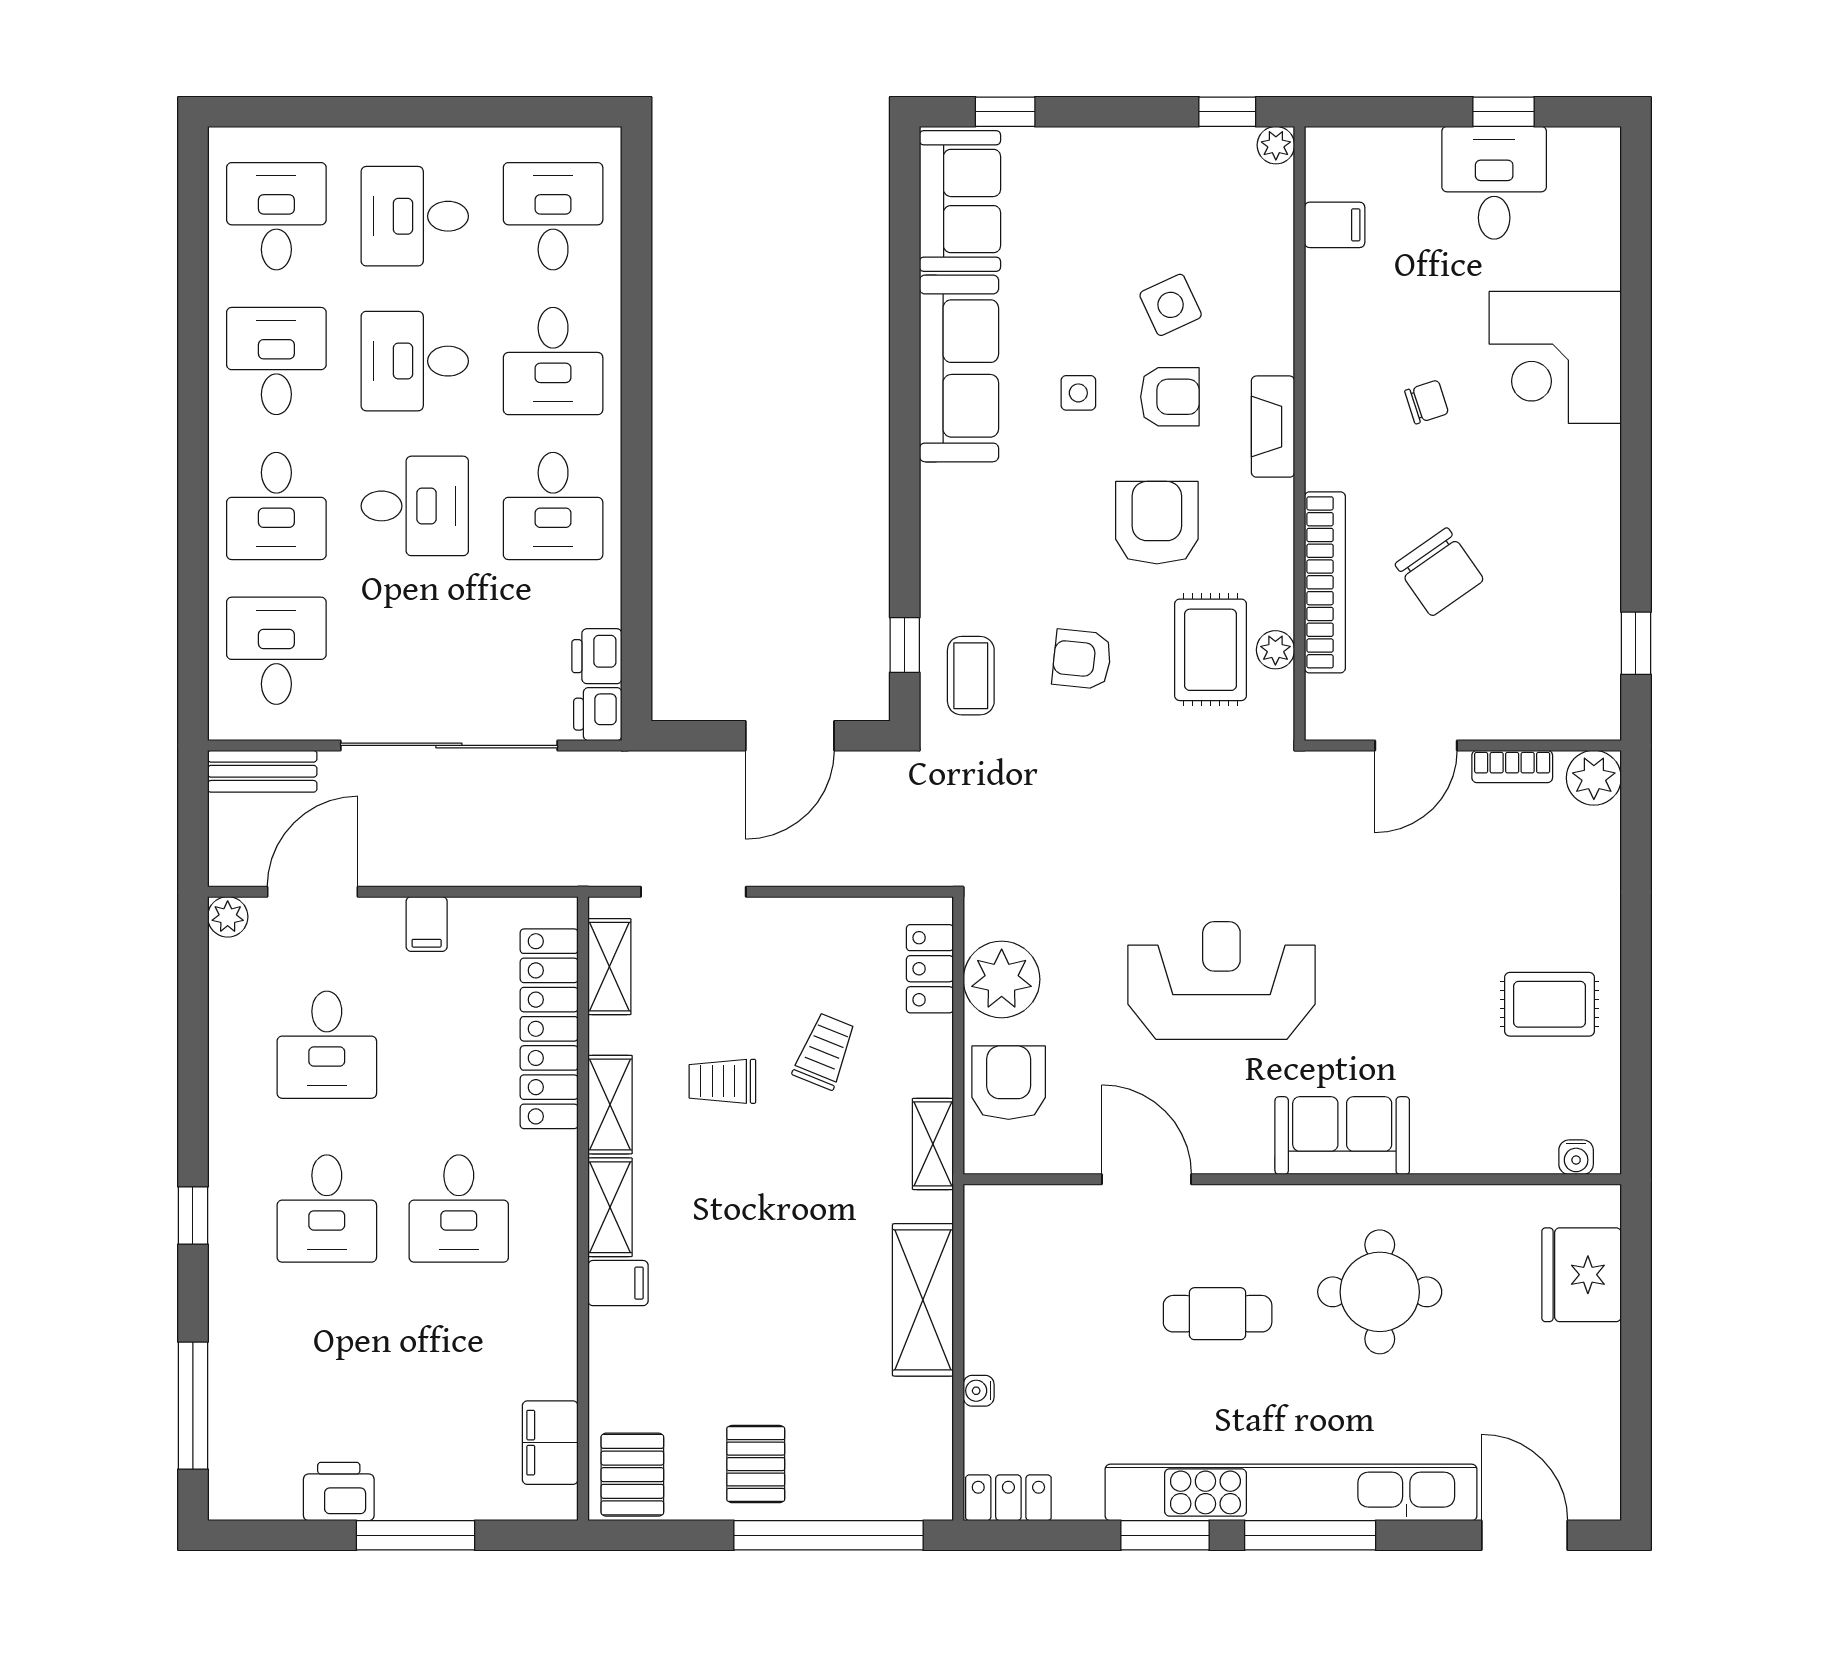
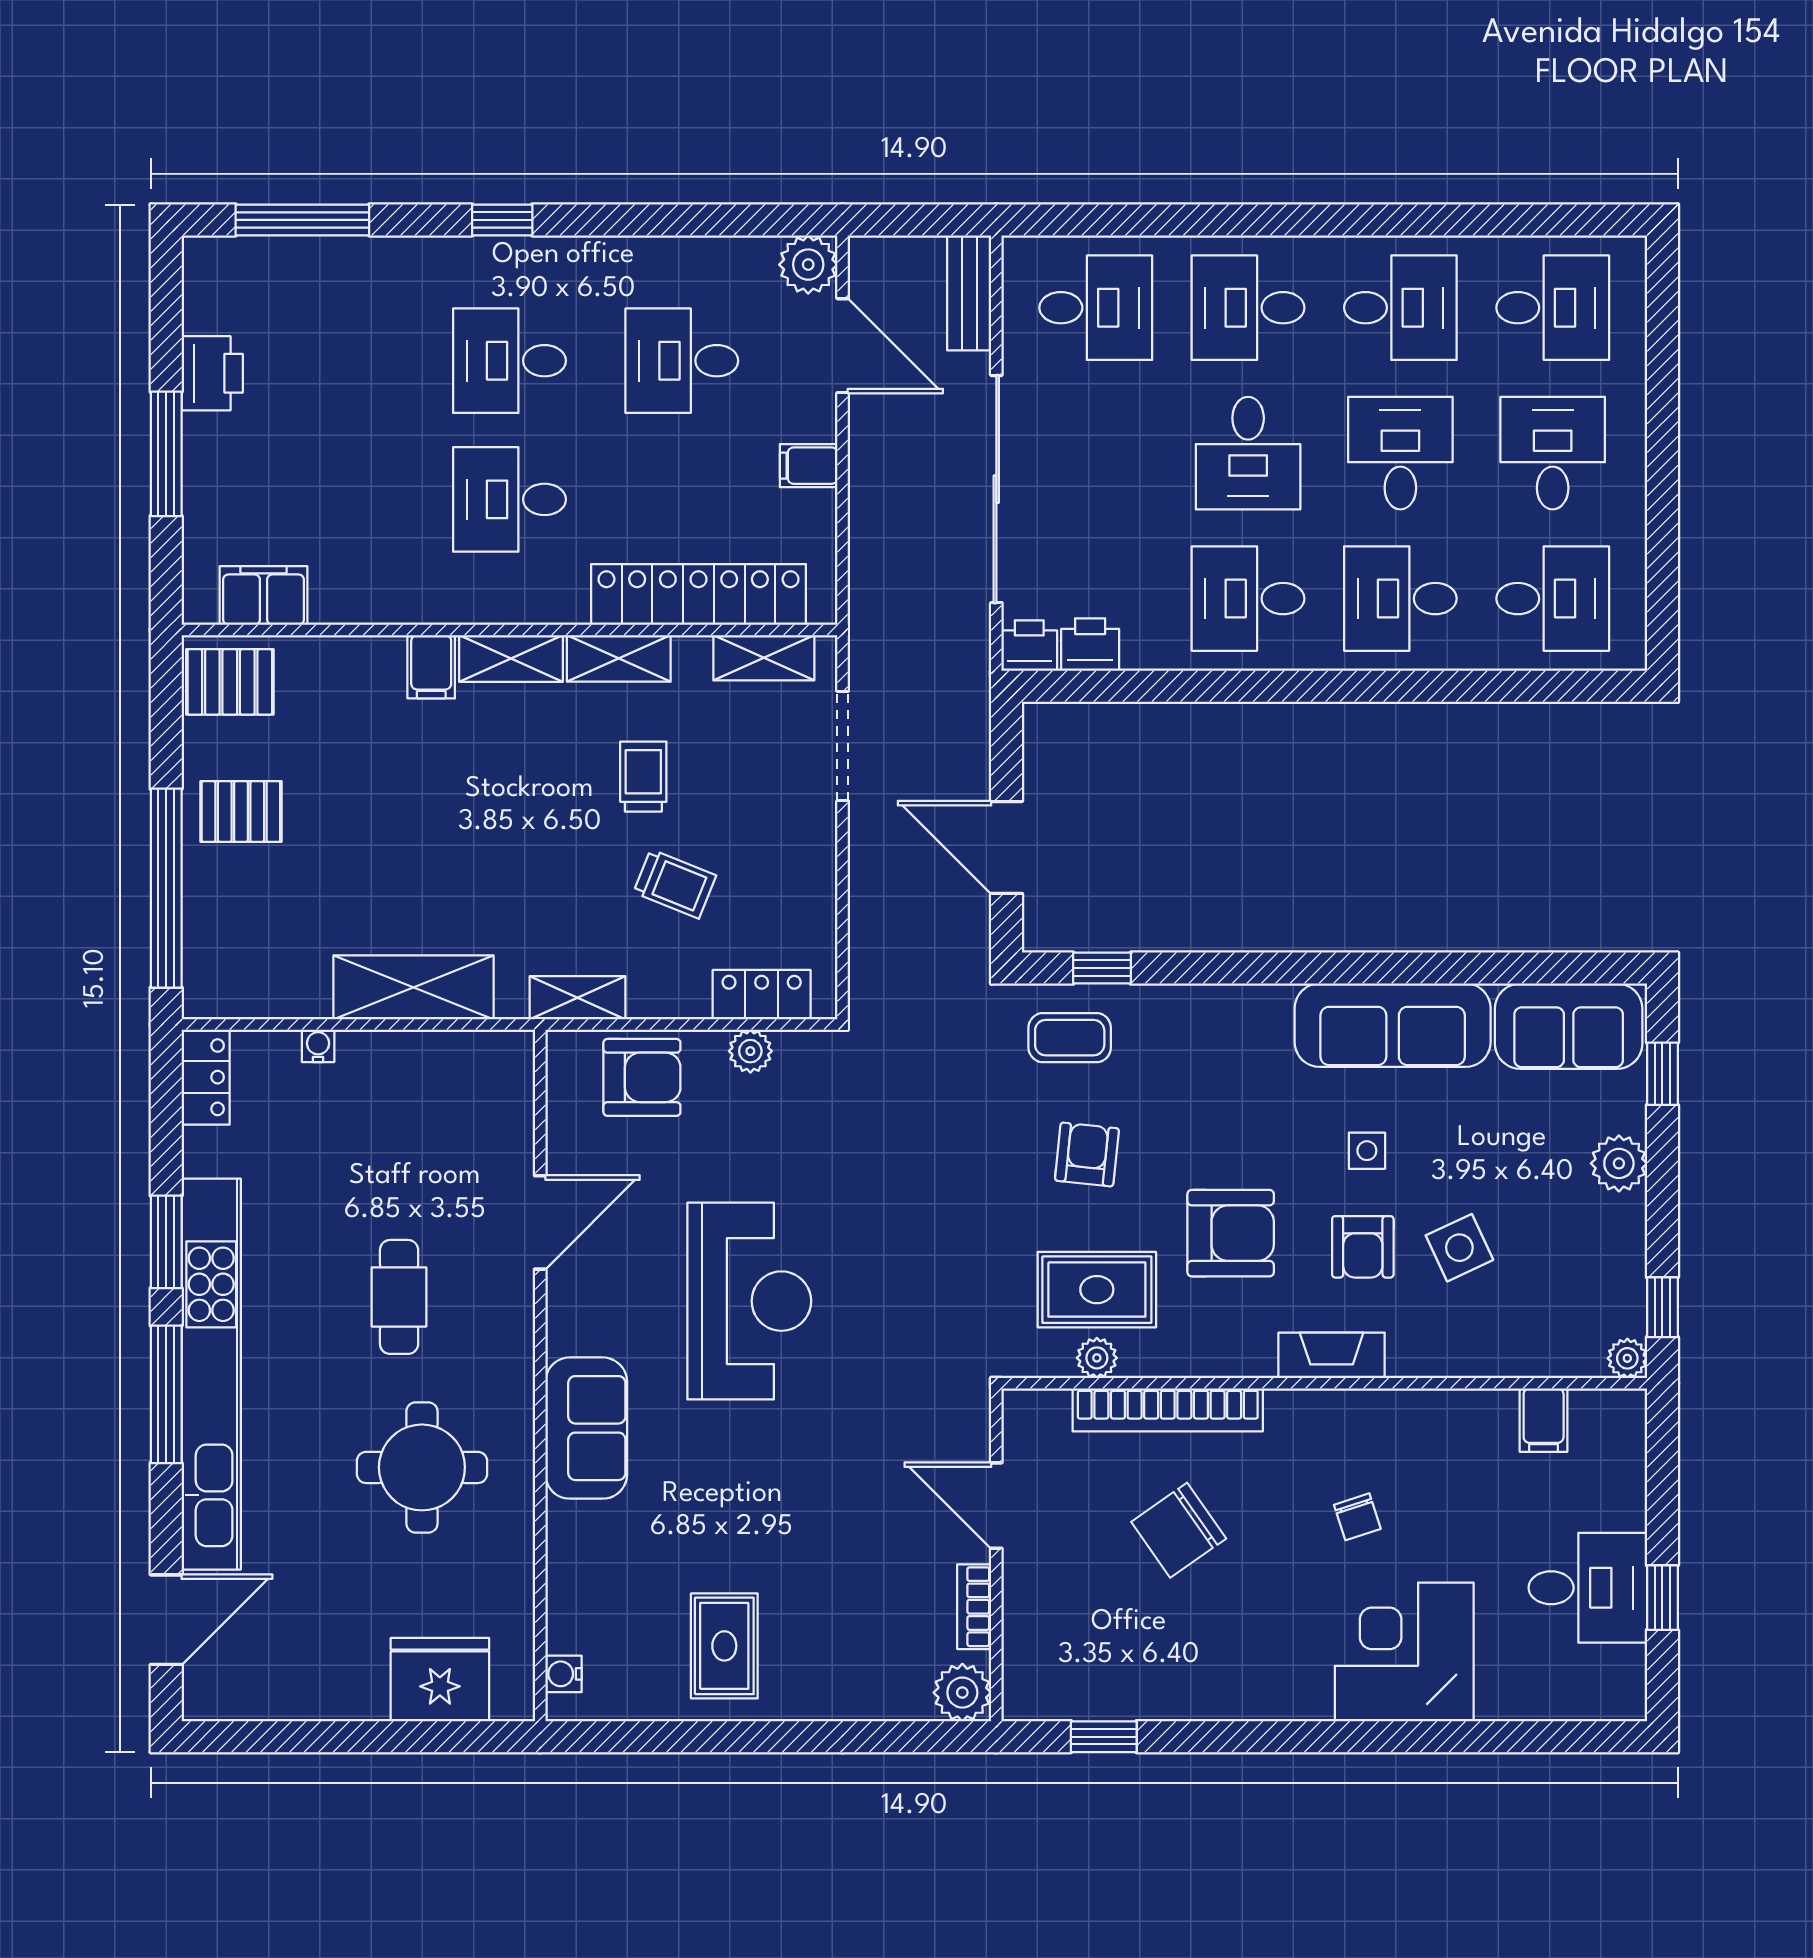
plant: (1090, 153) -> (1619, 1163), added
plant: (228, 917) -> (808, 265), width x1.38, depth x1.38
plant: (1002, 979) -> (750, 1051), width x0.53, depth x0.53

